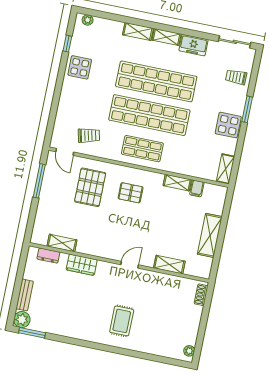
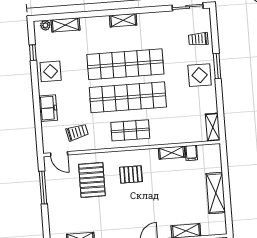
shelving: (138, 31) -> (65, 25), moved
freezer: (193, 45) -> (48, 108), moved, turned -90
display table: (228, 125) -> (200, 75), moved

